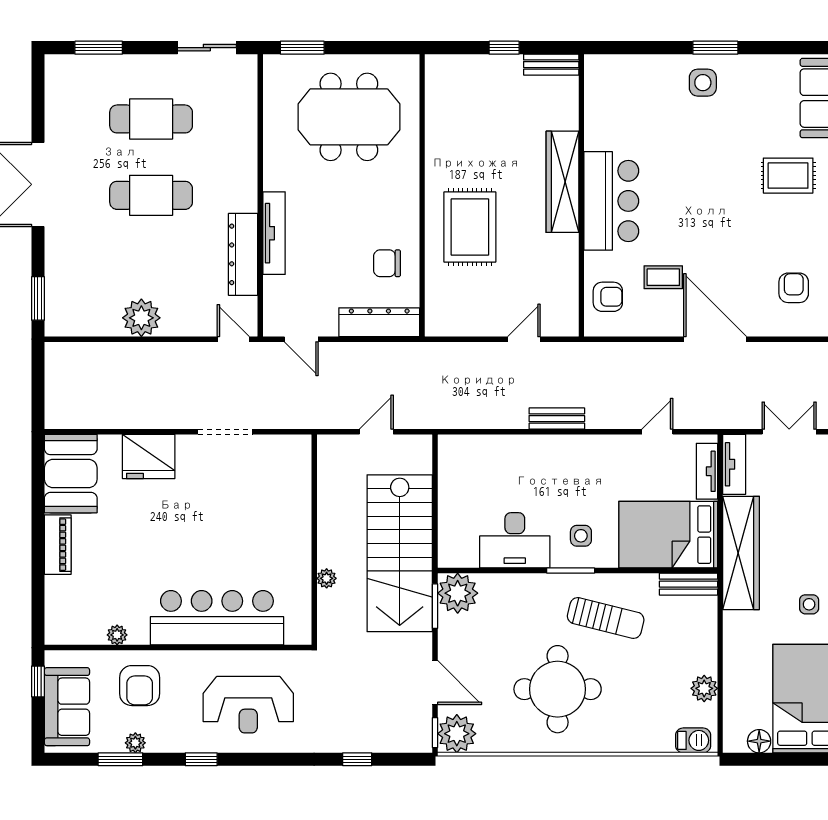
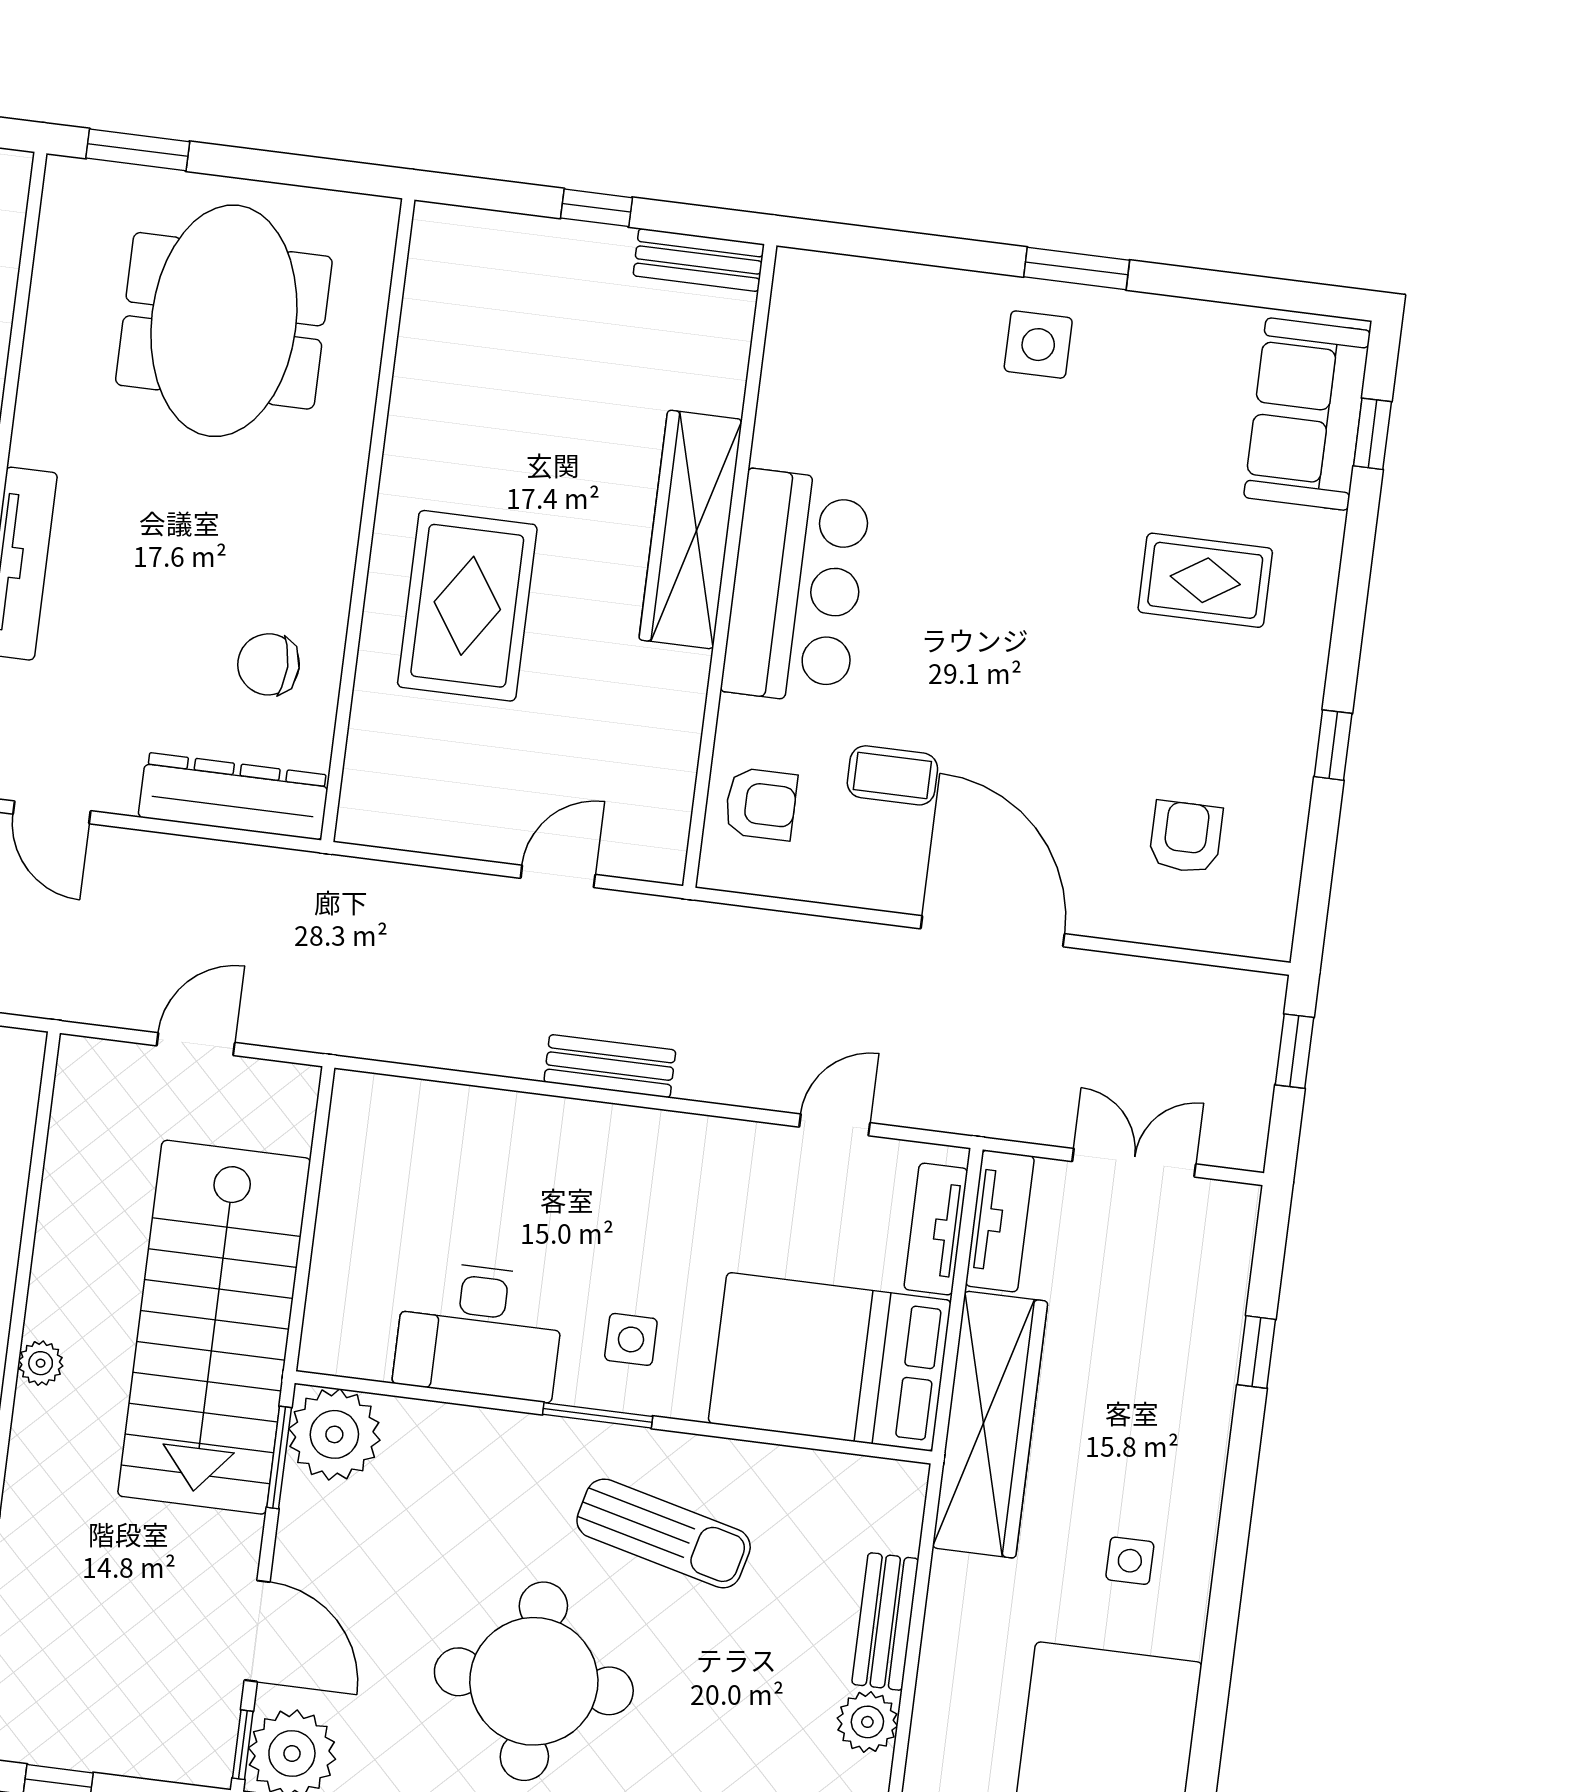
meeting table: (349, 117) -> (224, 321), turned 90
bench: (689, 584) -> (885, 1622), moved, turned 90

